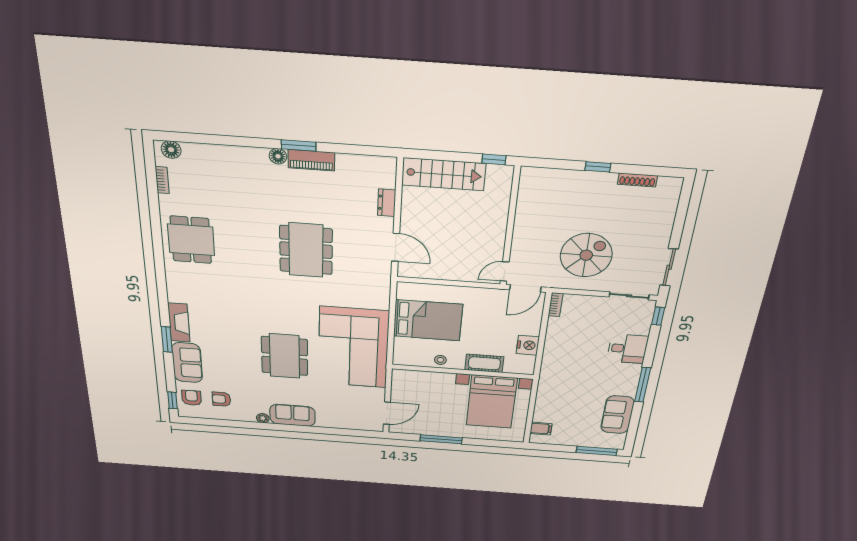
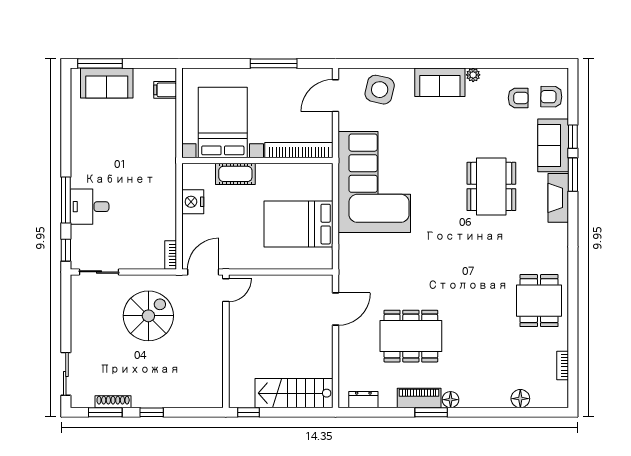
floor lamp: (171, 150) -> (520, 399), moved
window: (648, 170) -> (105, 412), added
dresser: (387, 203) -> (363, 400), moved, turned -90
door: (396, 247) -> (336, 309), swing flipped
dining table: (306, 250) -> (411, 336), moved, turned 90
spiral stairs: (586, 255) -> (148, 316), turned 180
sliding door: (669, 267) -> (66, 374), moved
dining table: (285, 356) -> (491, 186), moved
stool: (440, 360) -> (282, 174), removed
bookcase: (423, 377) -> (299, 150), added
window: (643, 385) -> (66, 200), moved
armchair: (192, 398) -> (551, 97), turned 91
window: (172, 400) -> (573, 137), moved
side table: (347, 414) -> (380, 90), added
sofa: (618, 415) -> (107, 83), moved, turned 90

